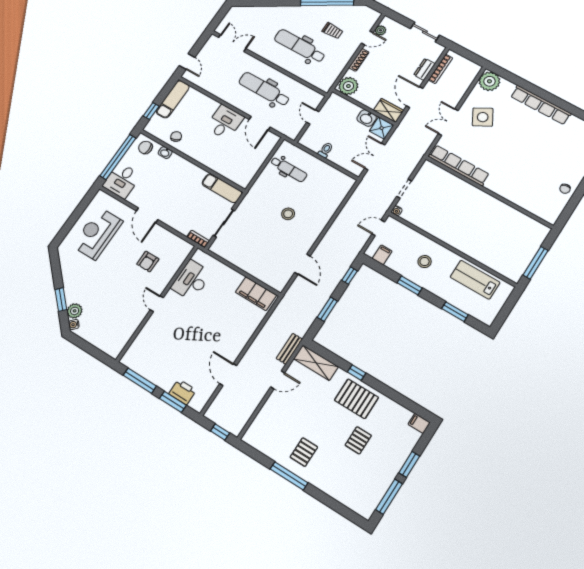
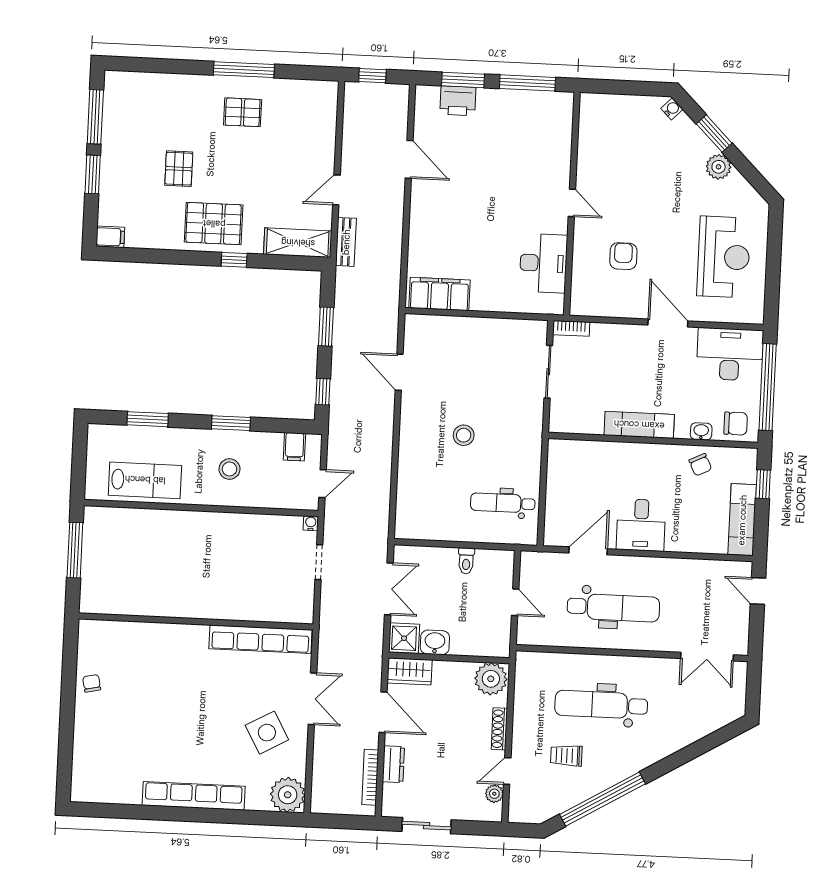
dental chair: (300, 46) -> (601, 705), turned 180
door: (260, 123) -> (588, 551), hinge flipped
desk: (122, 181) -> (730, 354), width x1.37
exam couch: (222, 188) -> (639, 425), moved
plant: (75, 311) -> (719, 167), moved
pallet: (304, 452) -> (243, 112), turned 90

